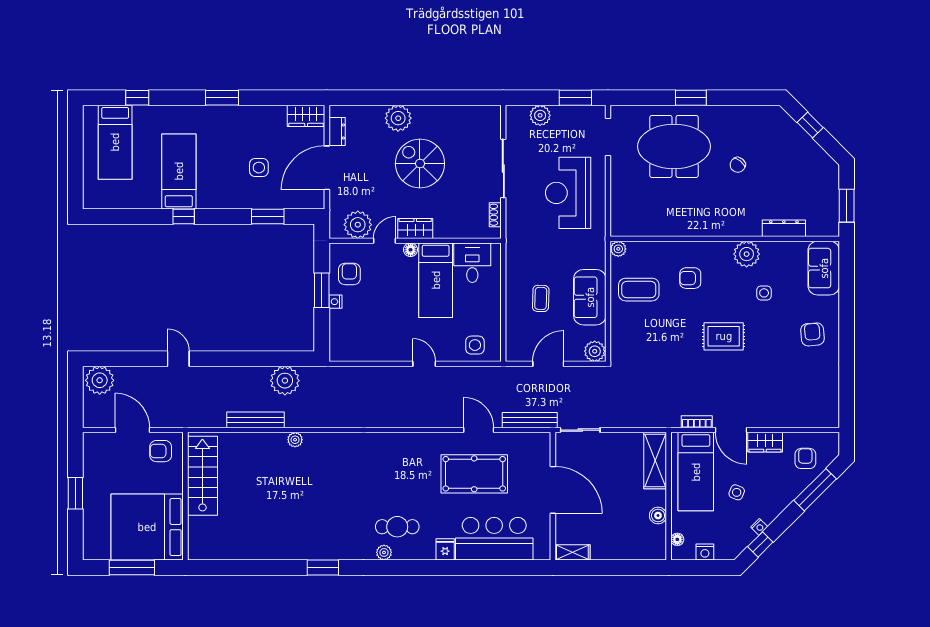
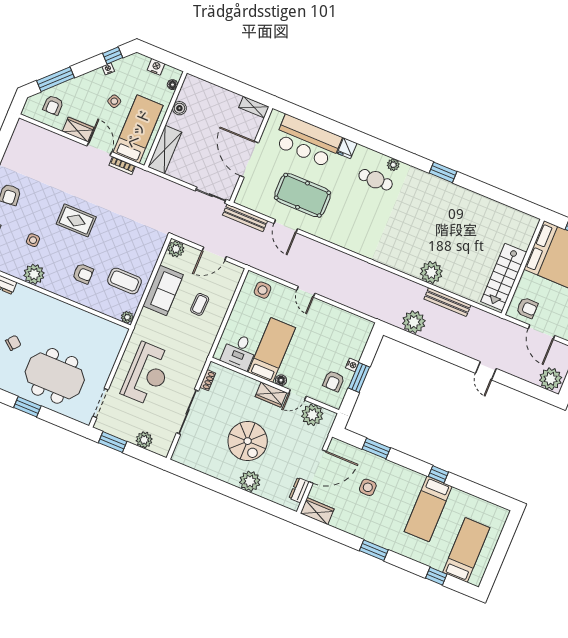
plant: (295, 440) -> (431, 272), width x1.88, depth x1.88

